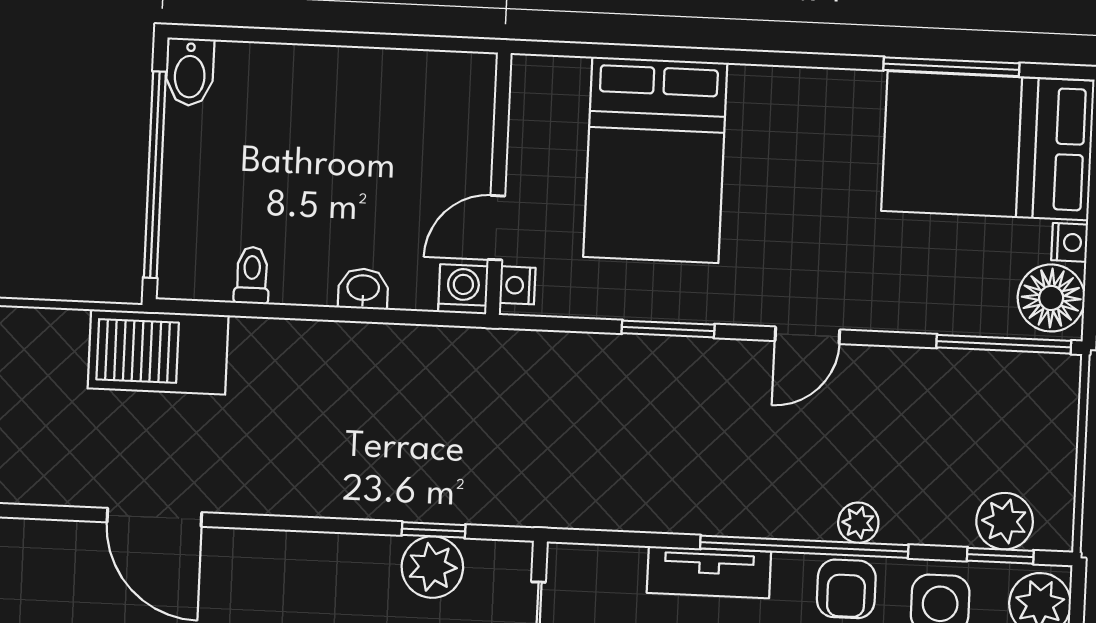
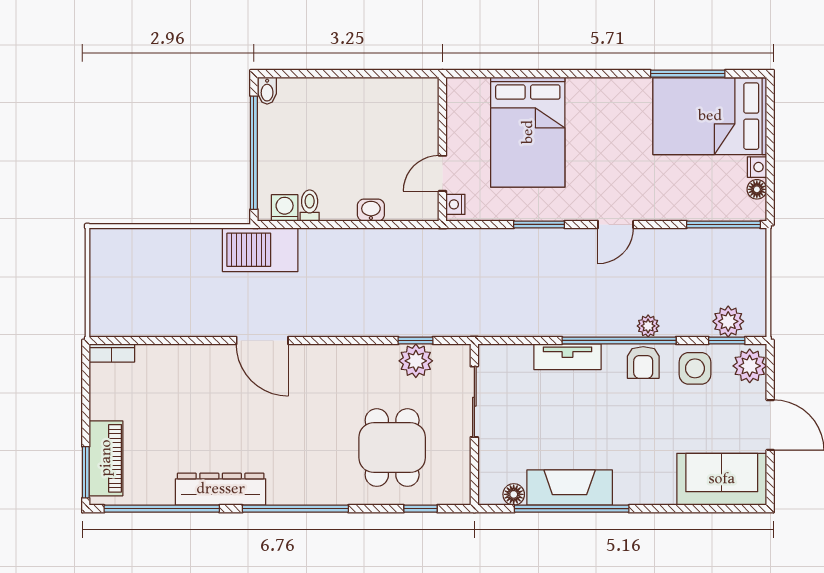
bidet: (190, 72) -> (267, 91), width x0.72, depth x0.74
washing machine: (463, 289) -> (285, 208), moved
floor lamp: (1051, 298) -> (757, 189), width x0.53, depth x0.53

